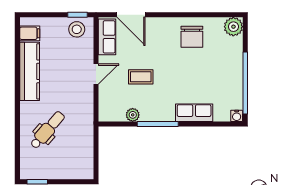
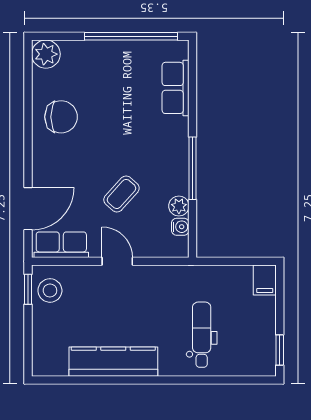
filing cabinet: (30, 33) -> (265, 280), moved, turned 180
coffee table: (141, 77) -> (121, 194), turned 42
row of seats: (194, 113) -> (176, 88), moved
water cooler: (237, 116) -> (180, 227), moved
dental chair: (47, 130) -> (202, 335), turned 49

